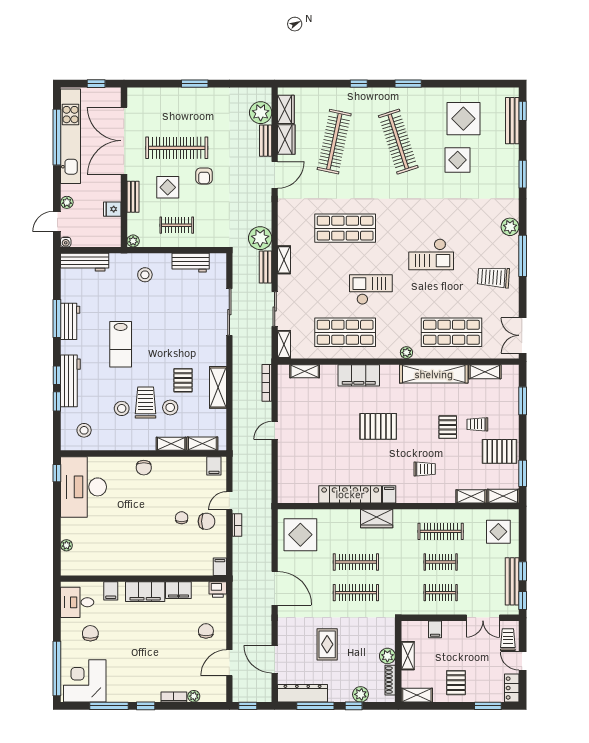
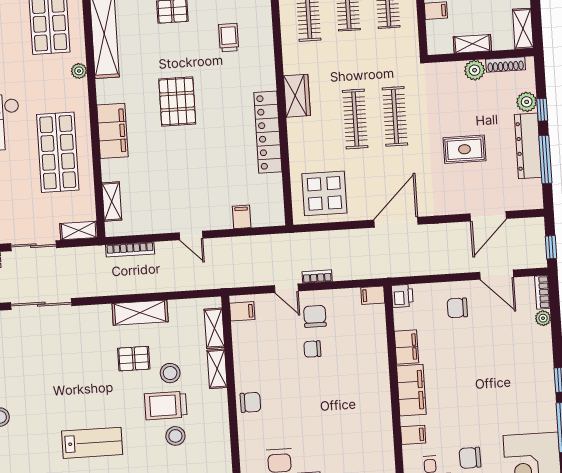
filing cabinet: (389, 494) -> (242, 217), moved, turned 90
dresser: (303, 693) -> (528, 146), moved
bookcase: (174, 697) -> (542, 292), moved

